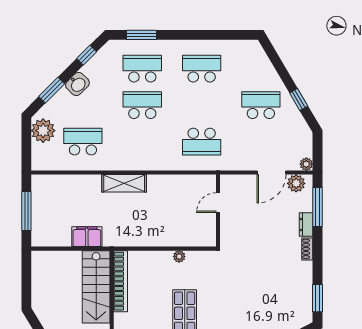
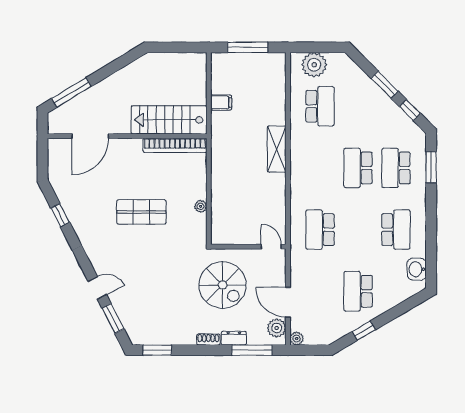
school desk: (142, 69) -> (396, 168), turned 180
washbasin: (77, 84) -> (417, 269), moved, turned 45
window: (52, 90) -> (385, 85), moved
school desk: (142, 105) -> (358, 168), turned 180
school desk: (261, 105) -> (358, 291), turned 180
plant: (43, 131) -> (314, 65), moved
door: (218, 203) -> (271, 247), moved
spiral stairs: (255, 235) -> (223, 285), added
filing cabinet: (87, 237) -> (221, 102), width x0.50

